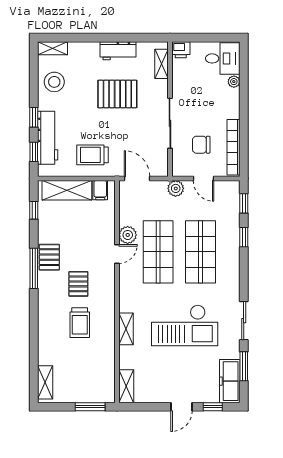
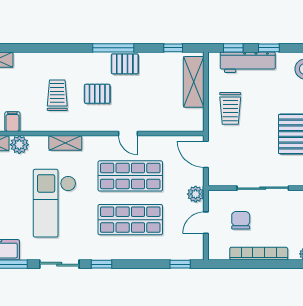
bookcase: (233, 147) -> (259, 254), moved
trolley: (93, 155) -> (230, 108), turned 180
door: (137, 178) -> (206, 154), swing flipped
filing cabinet: (100, 190) -> (12, 122), moved, turned 90
plant: (128, 235) -> (19, 145), moved
window: (244, 237) -> (102, 264), moved
trolley: (80, 323) -> (57, 95), turned 90
shelving: (126, 329) -> (65, 143), moved

